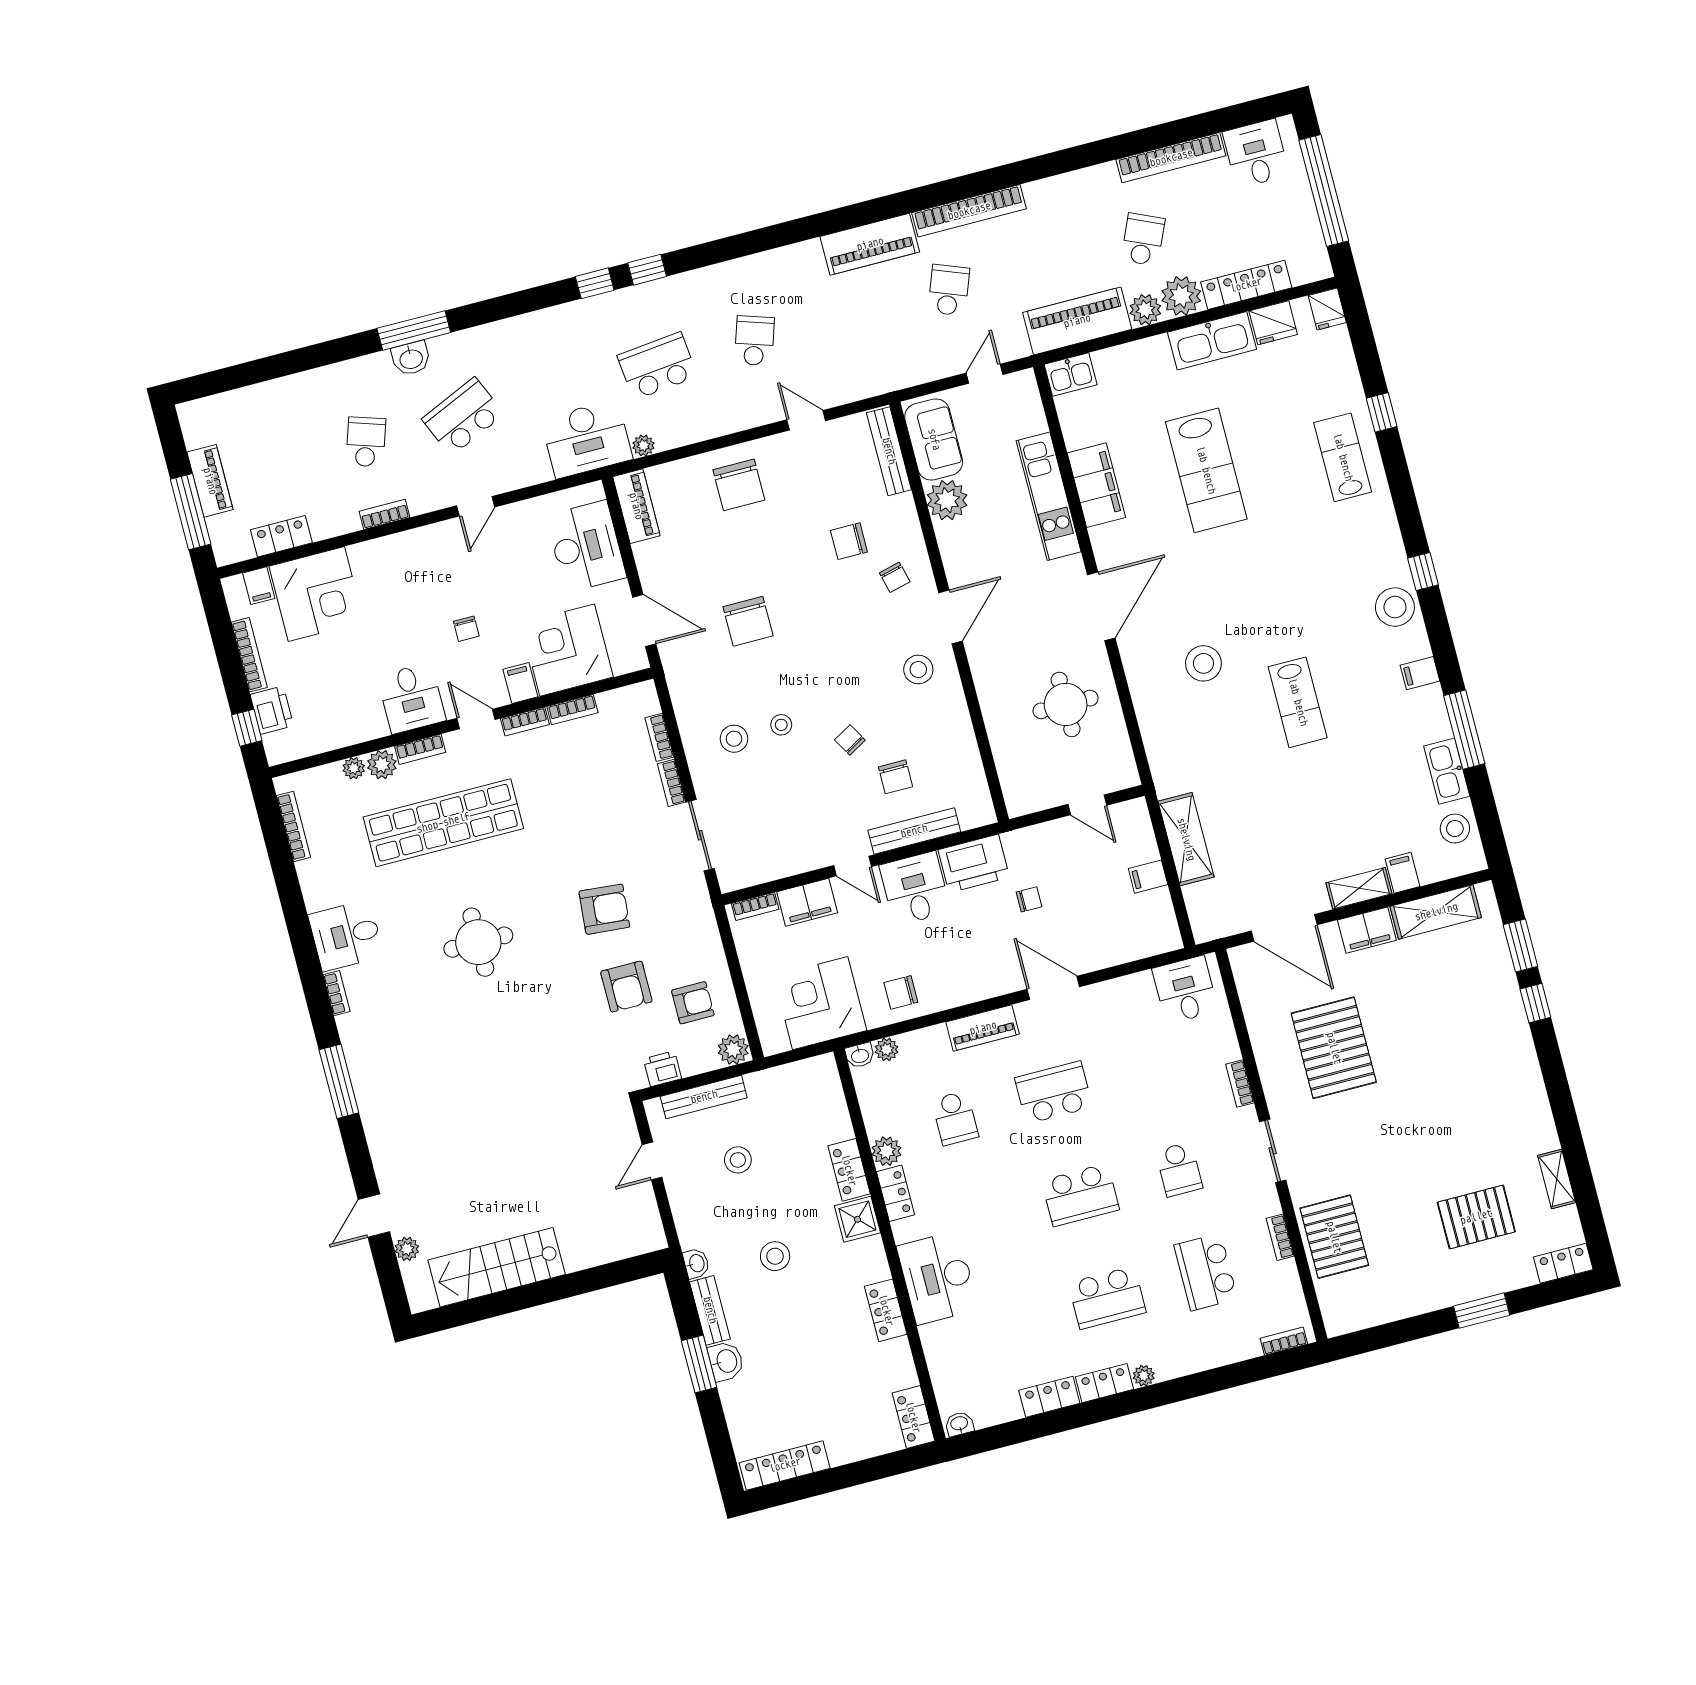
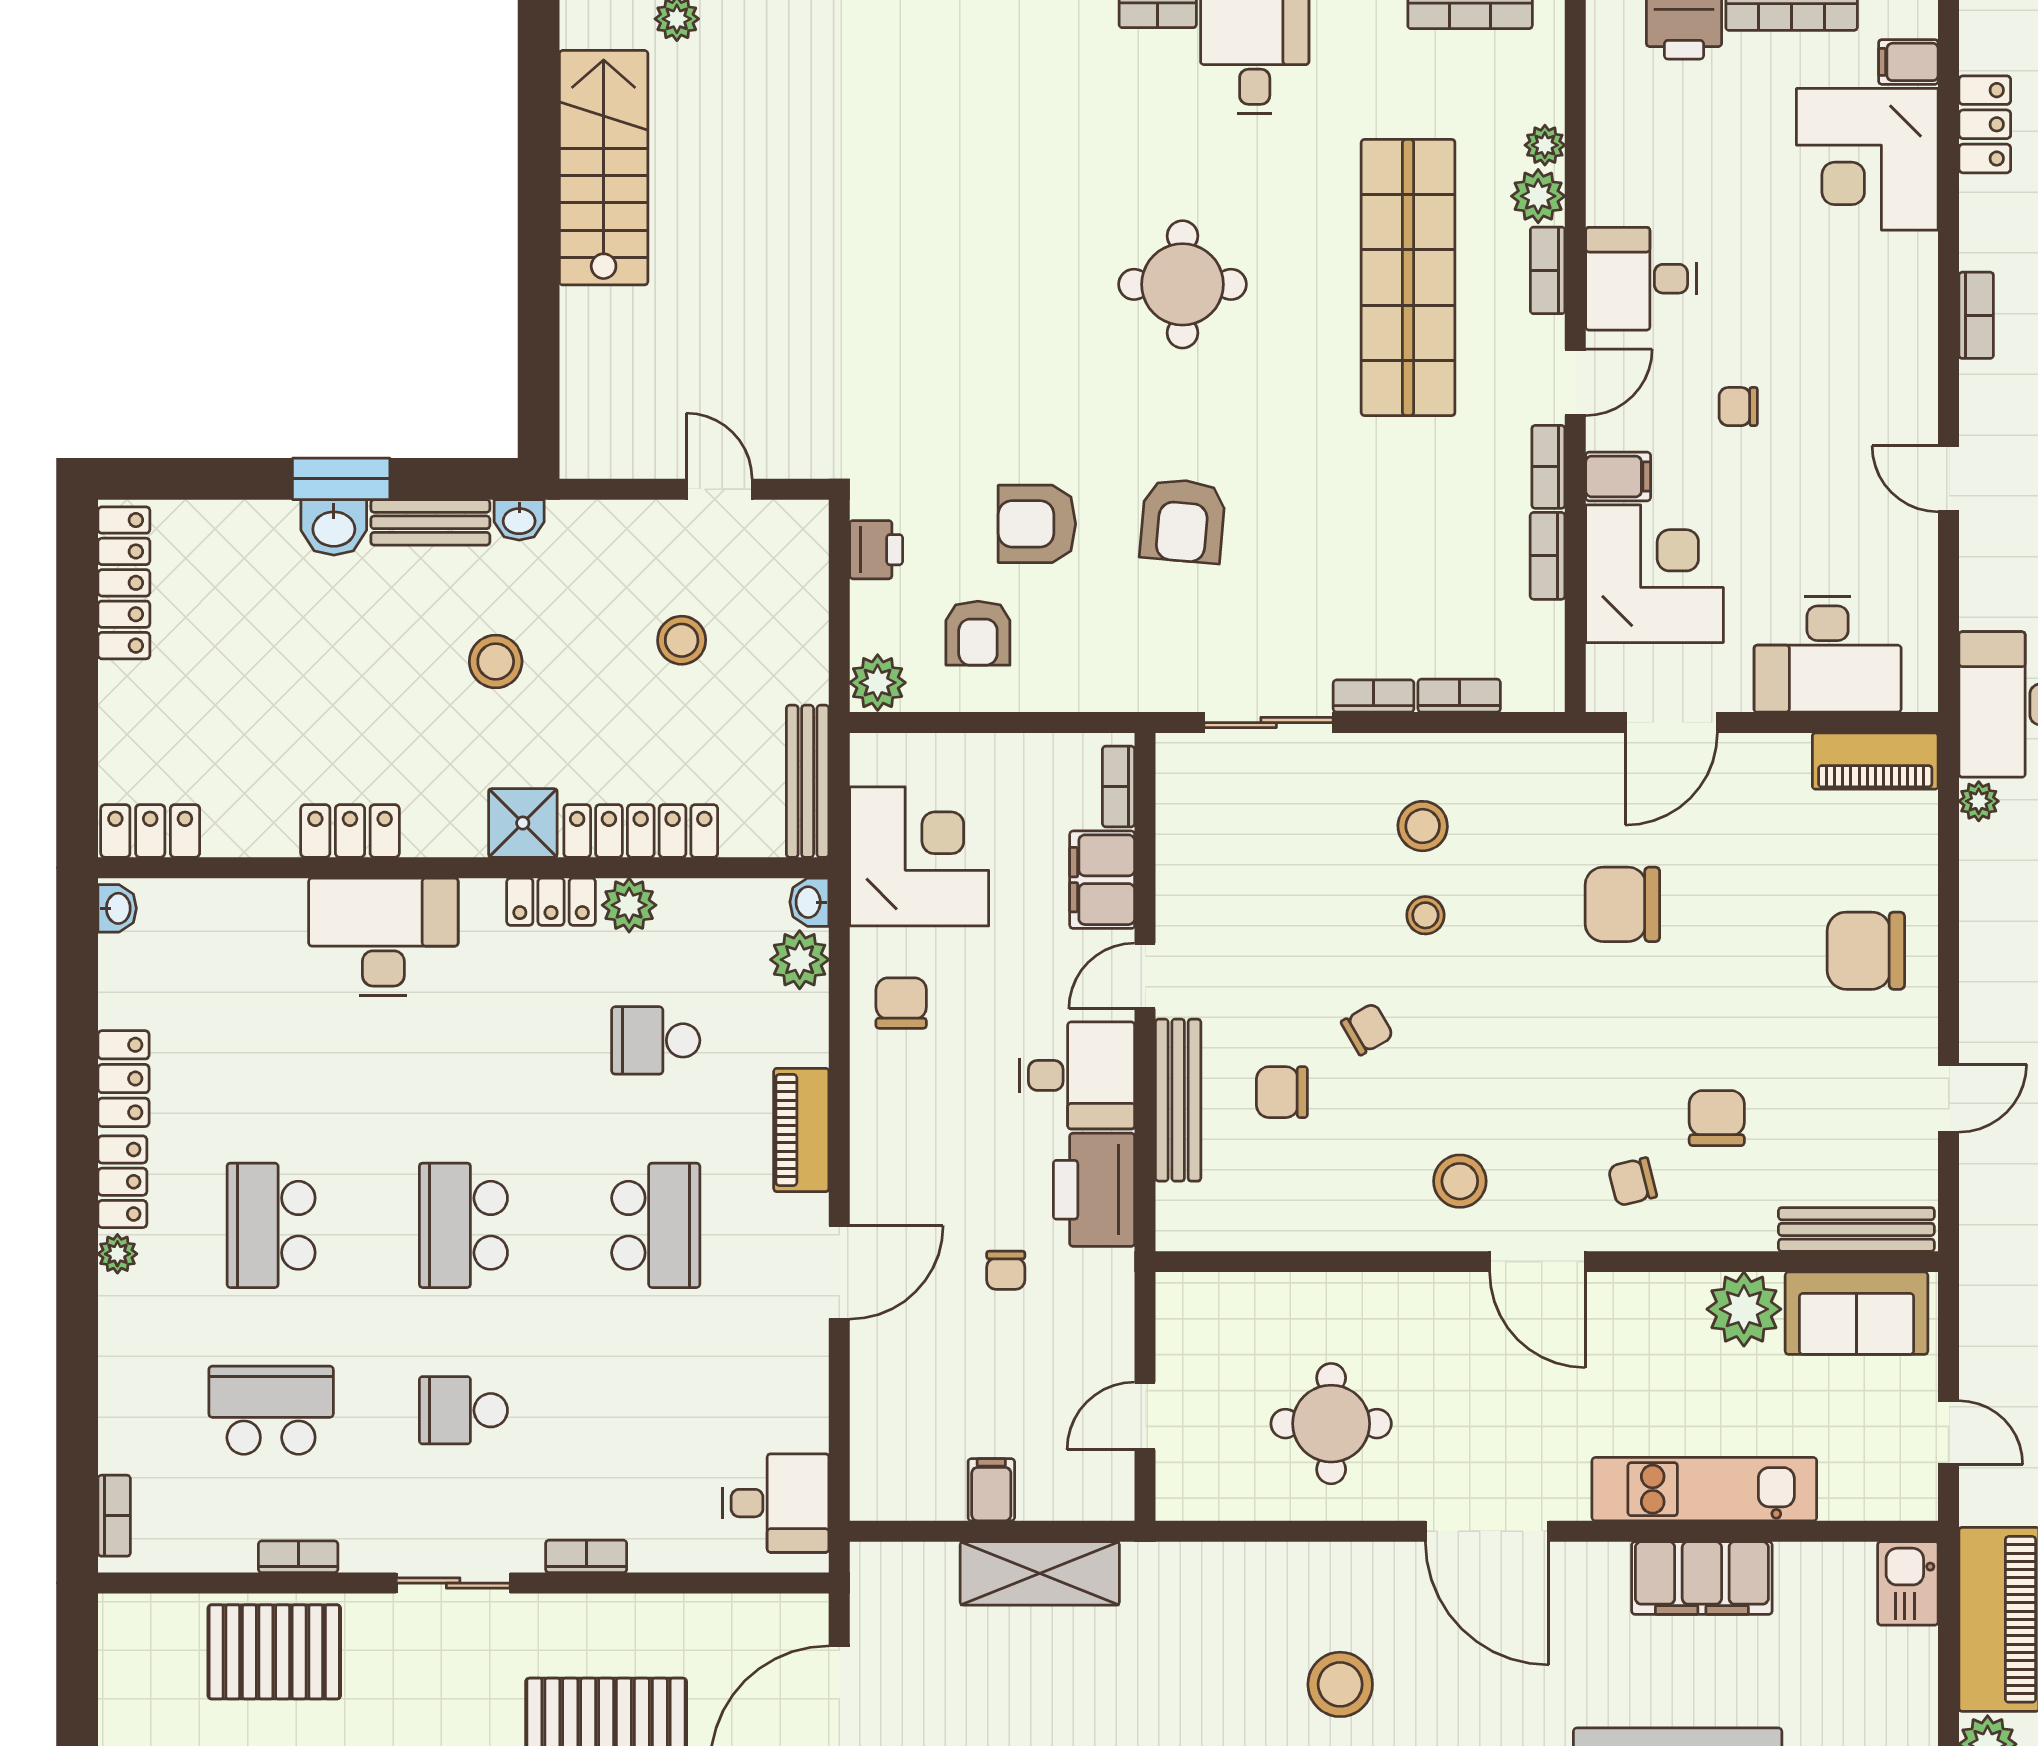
plant: (887, 1049) -> (800, 960), width x1.38, depth x1.38
bench: (704, 1097) -> (808, 781), moved
locker: (849, 1170) -> (641, 831), width x1.53

